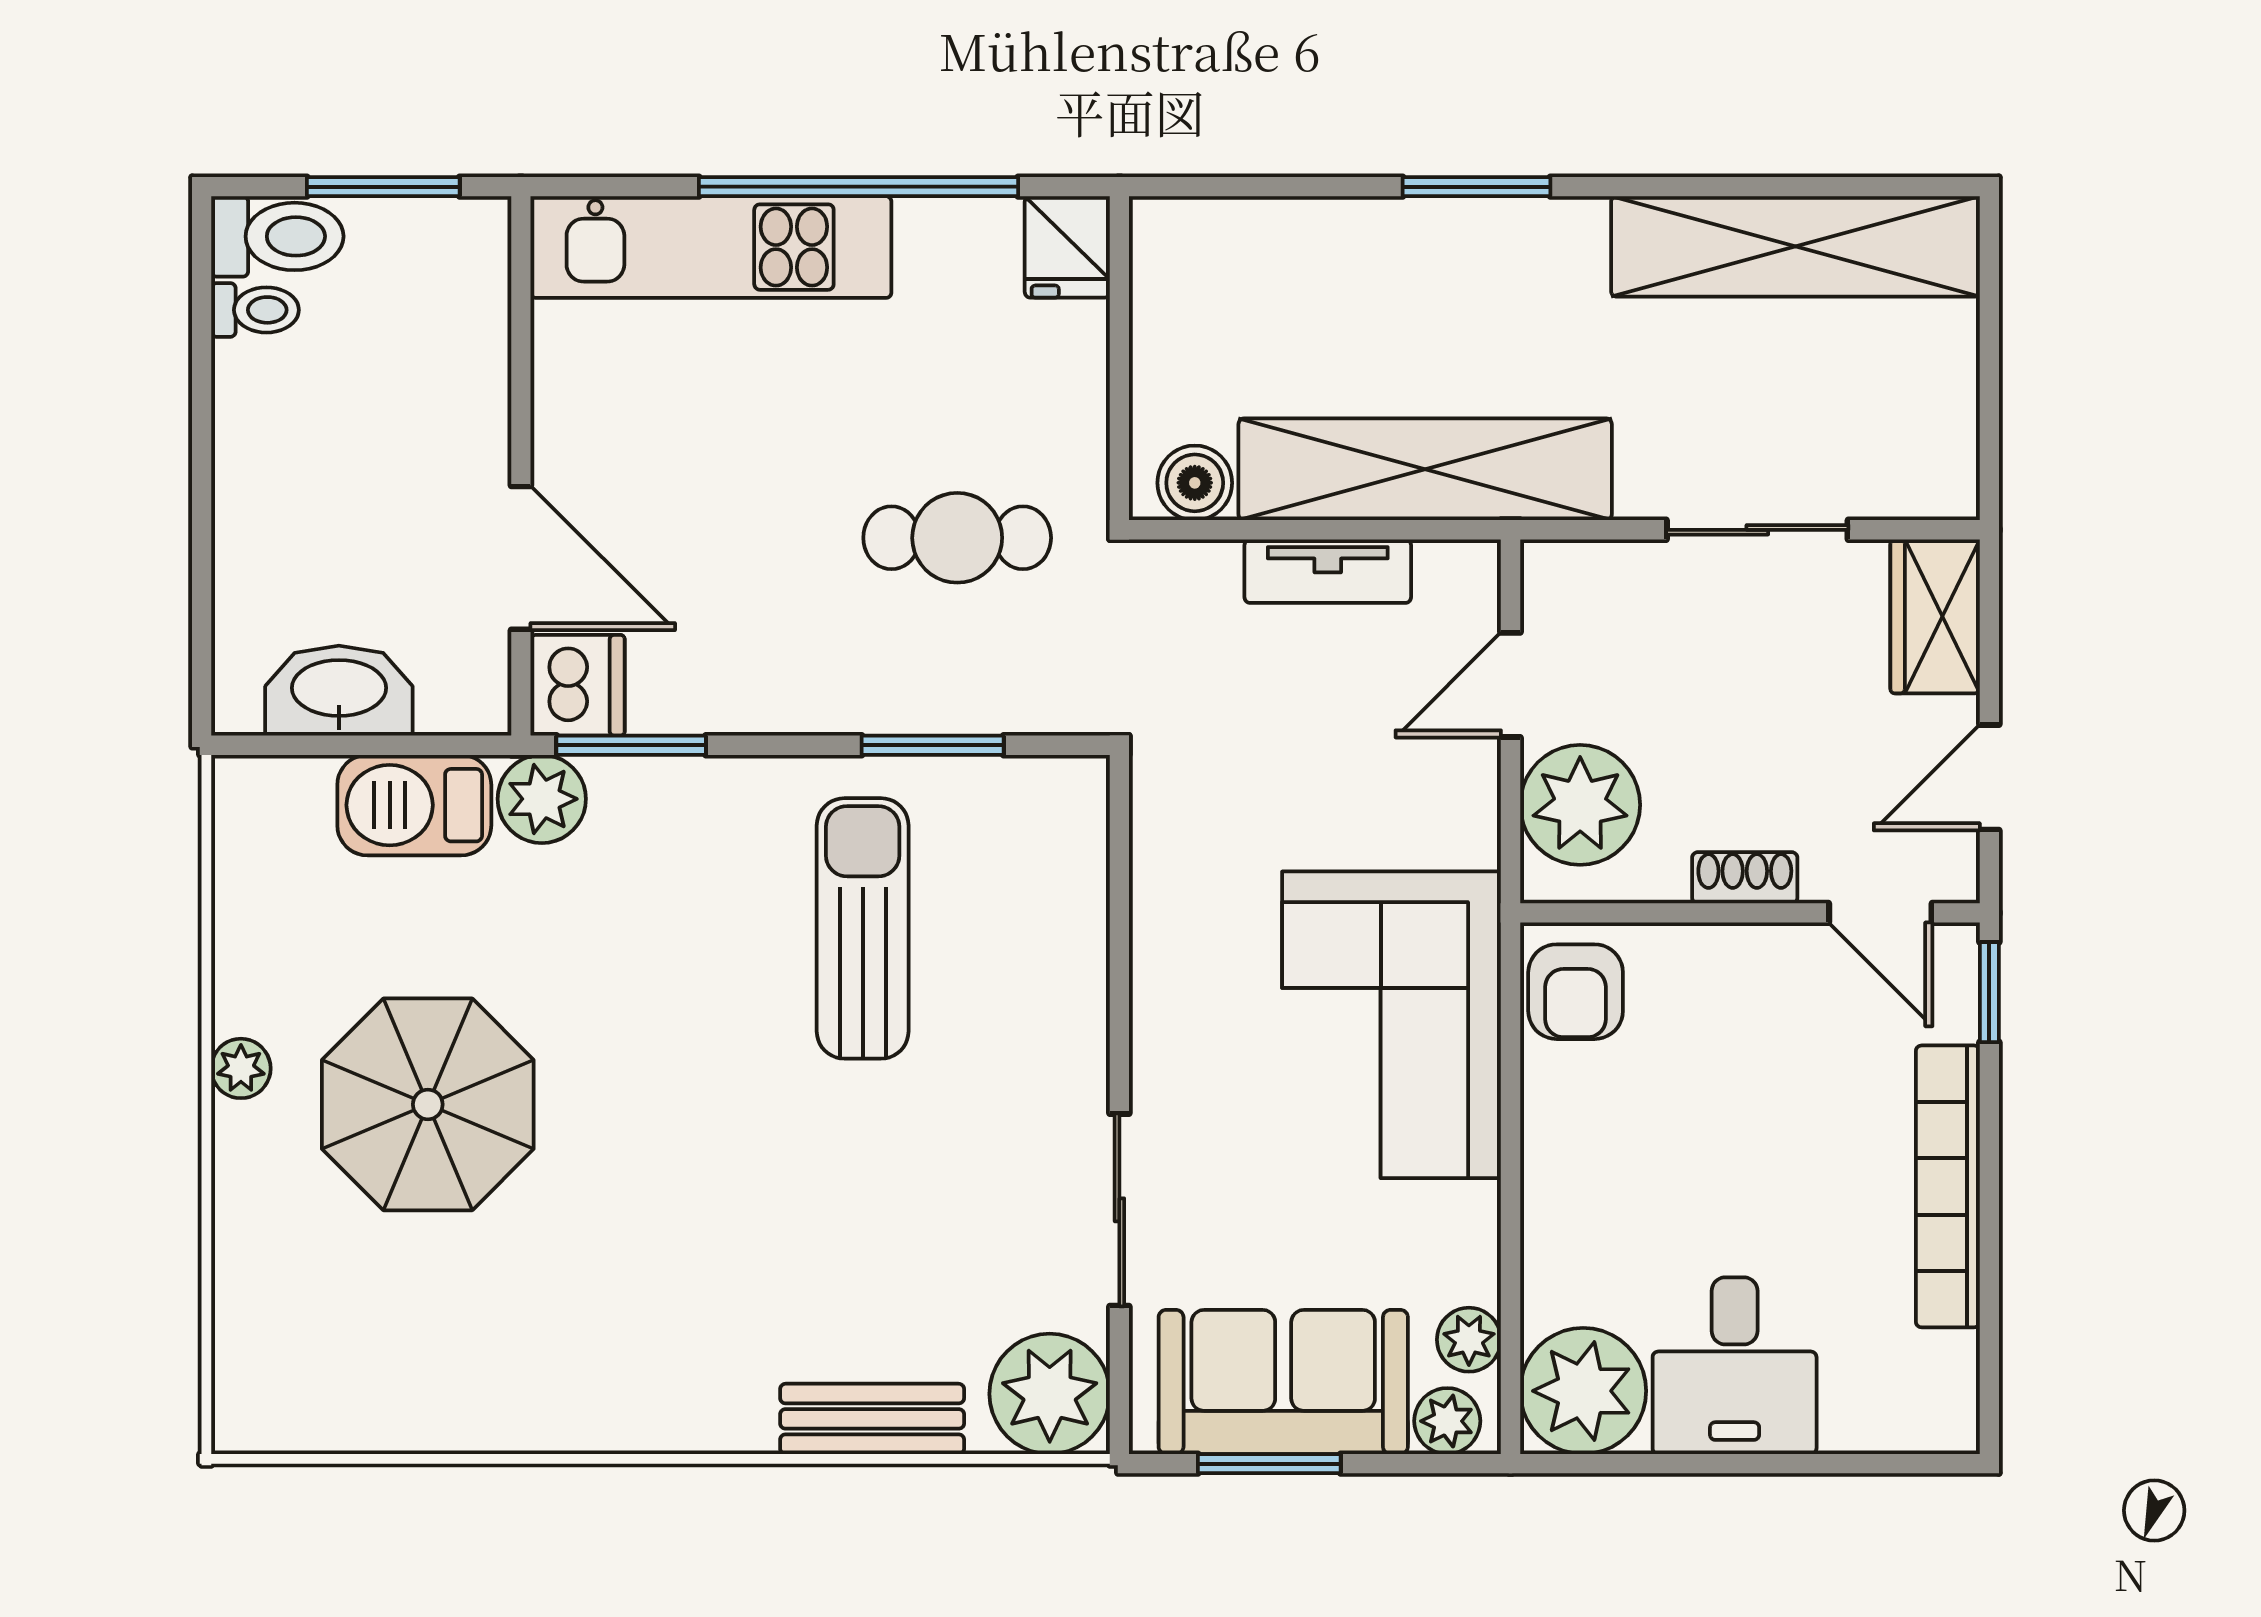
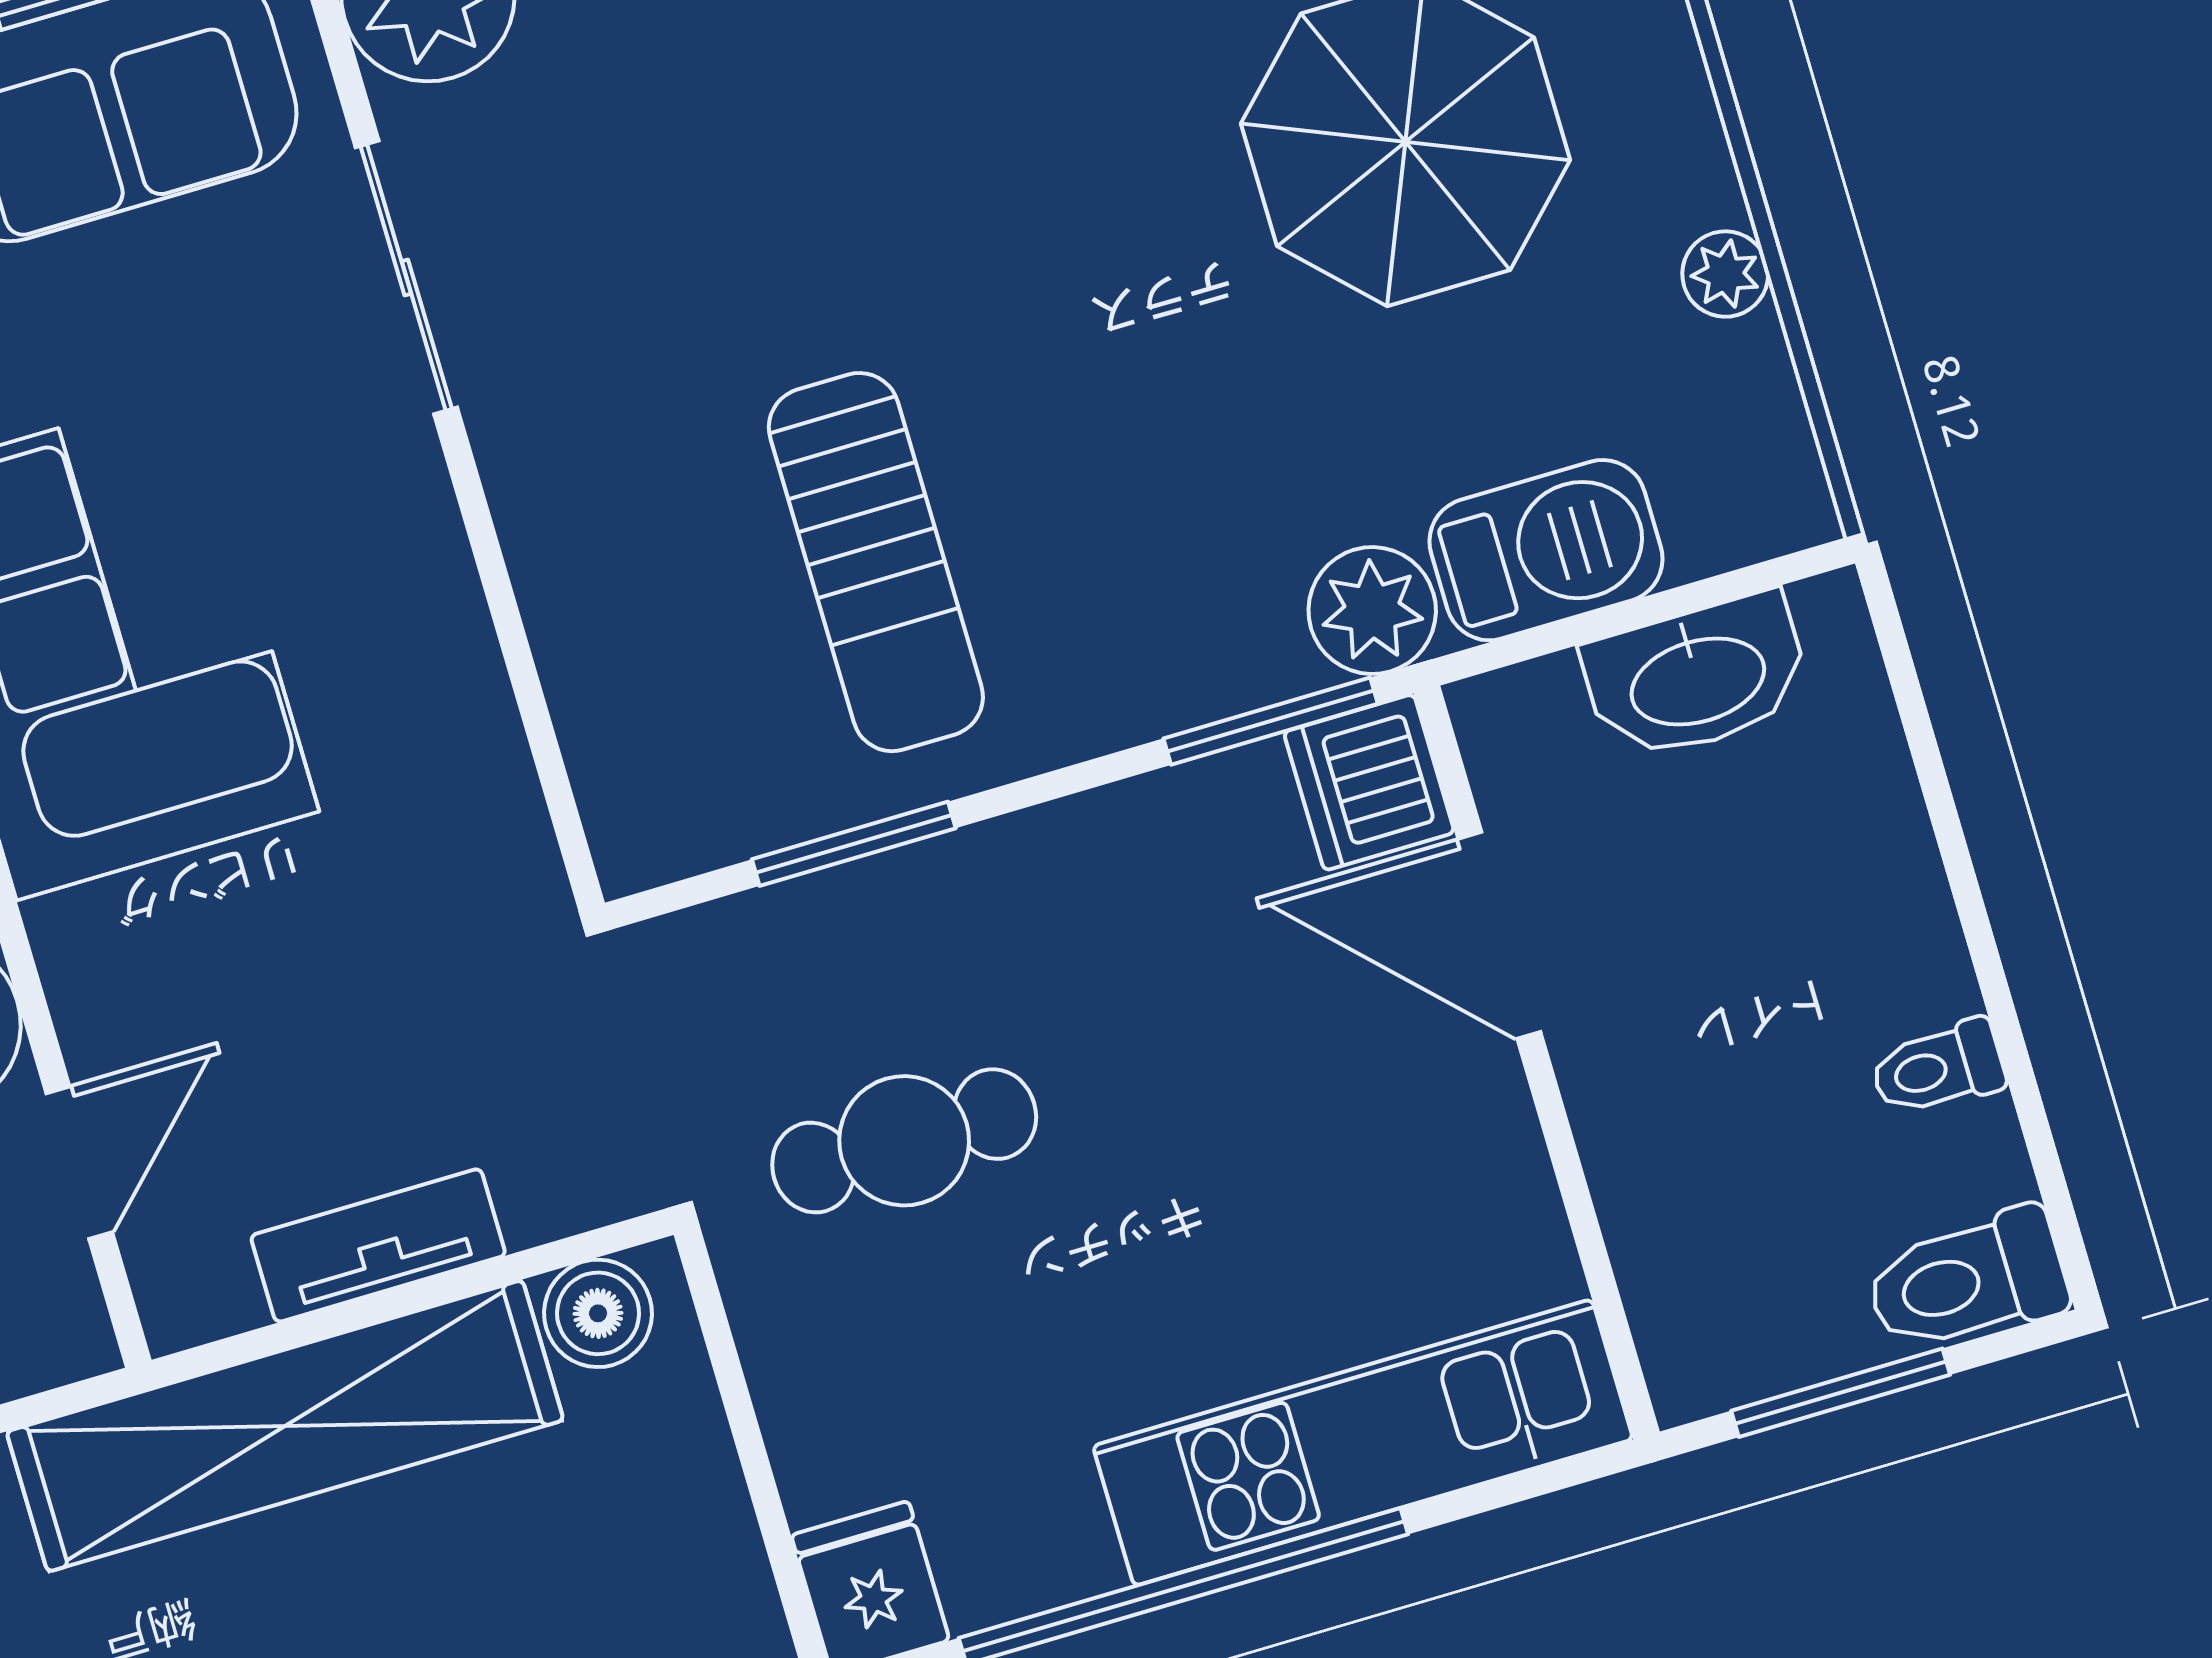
toilet: (255, 310) -> (1938, 1068), moved
plant: (241, 1068) -> (1725, 274), moved

